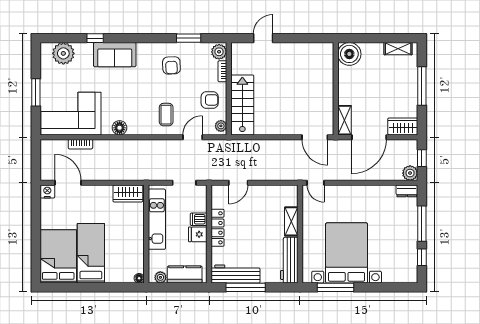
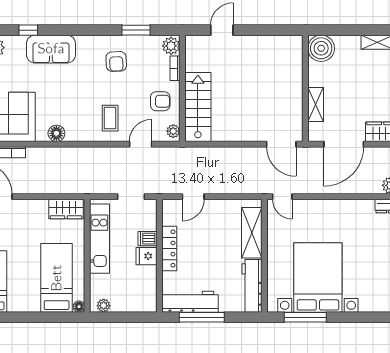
shelving: (345, 120) -> (316, 104), moved
shelving: (291, 221) -> (252, 233), width x1.50, depth x1.33
bed: (91, 253) -> (57, 278), moved
kitchen counter: (185, 275) -> (132, 302), removed

